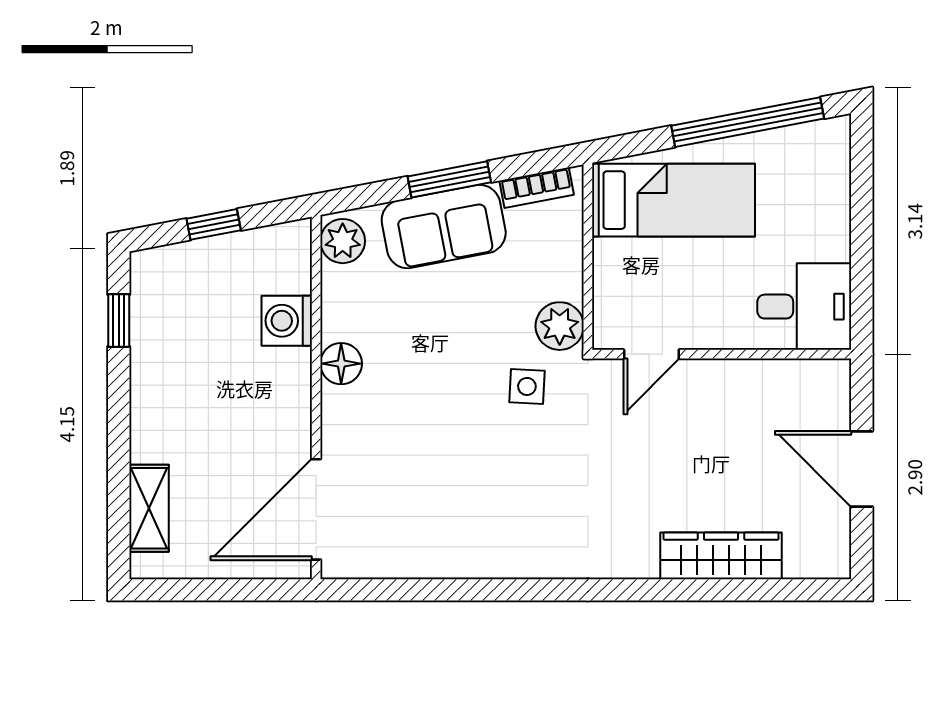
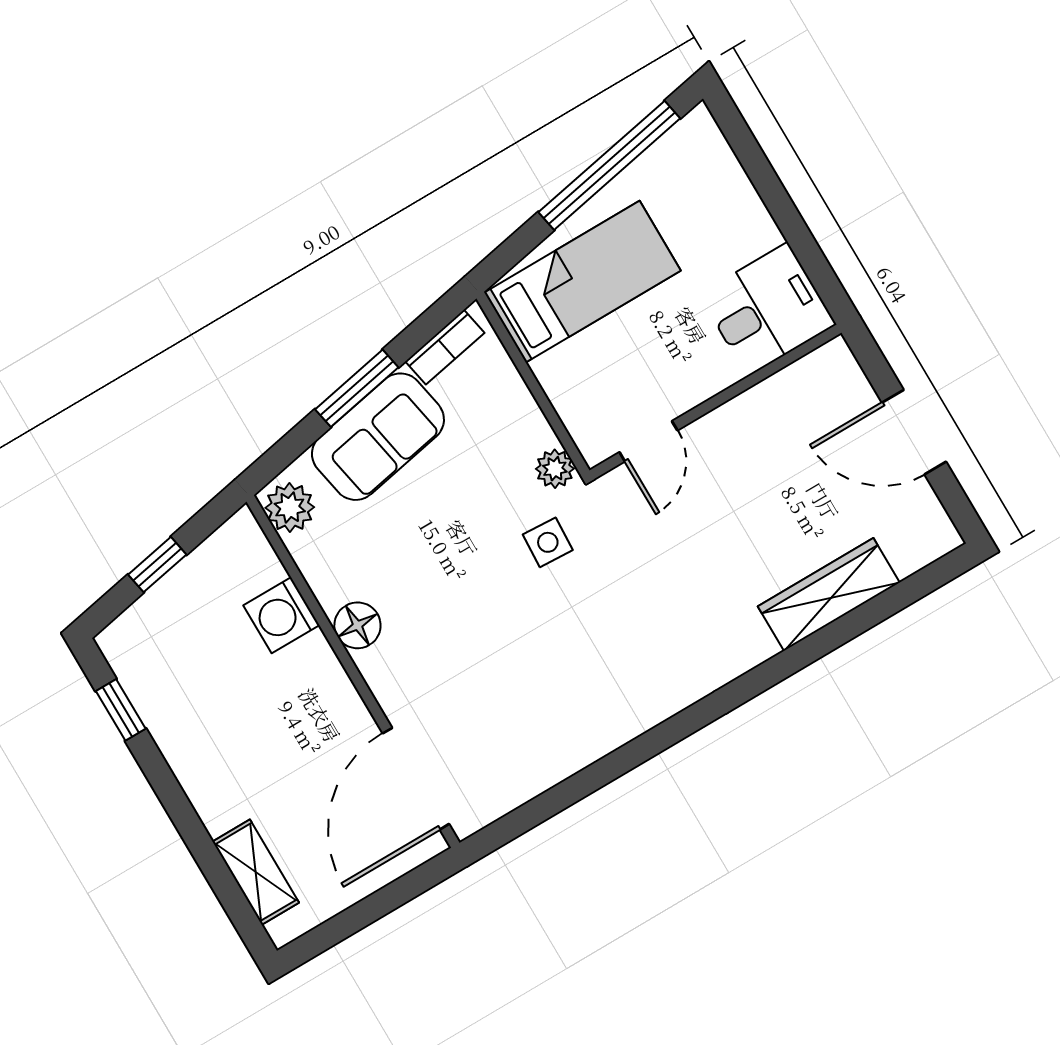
plant: (560, 326) -> (555, 469), width x0.73, depth x0.73

